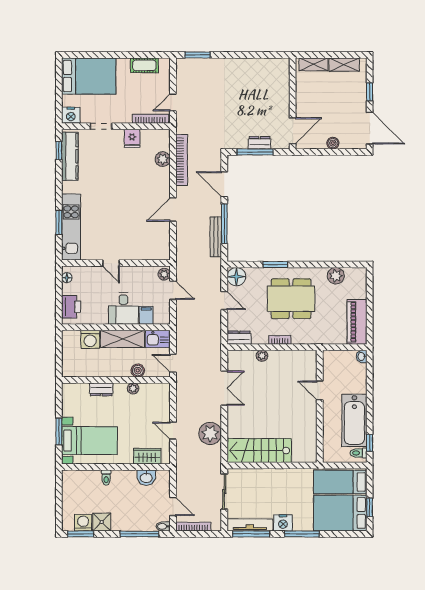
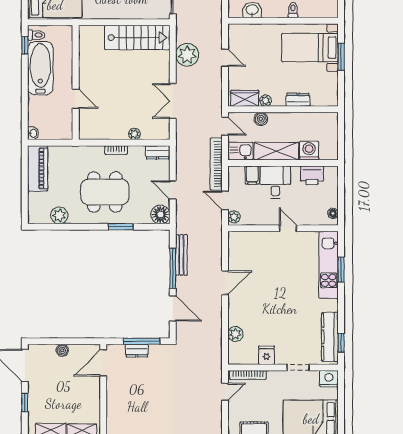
bookcase: (182, 160) -> (216, 164), moved
printer: (71, 307) -> (312, 175), moved, turned -90
wardrobe: (147, 456) -> (245, 98), moved, turned 180

